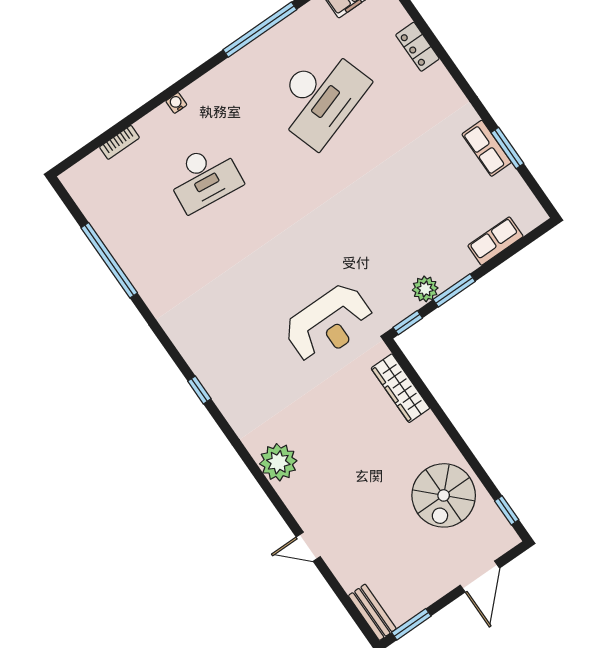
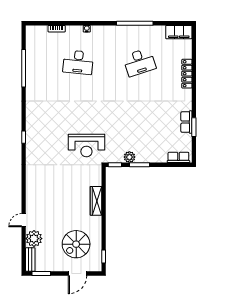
locker: (417, 47) -> (187, 74), width x1.53
desk: (320, 97) -> (139, 62), width x0.73, depth x0.77
row of seats: (495, 241) -> (178, 157), moved
wardrobe: (400, 388) -> (96, 201), moved
plant: (278, 462) -> (34, 239), moved
spiral stairs: (444, 495) -> (76, 244), moved
door: (308, 547) -> (24, 220), hinge flipped

